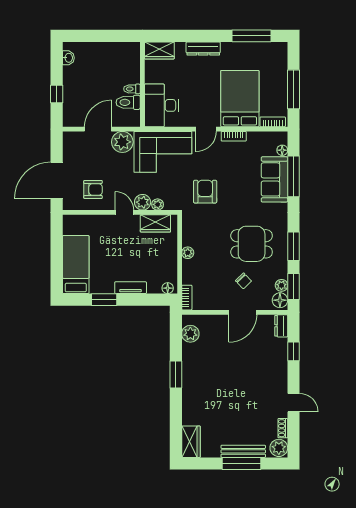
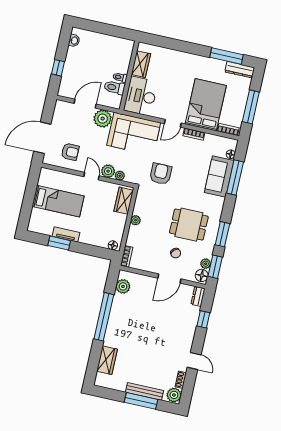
dresser: (203, 49) -> (240, 70), moved
wardrobe: (159, 51) -> (141, 64), moved, turned -90
wardrobe: (155, 223) -> (124, 201), moved, turned 90
bed: (76, 265) -> (58, 201), moved, turned 90
tv unit: (131, 288) -> (66, 234), moved
window: (176, 374) -> (104, 317), width x2.11
wardrobe: (191, 442) -> (107, 360), moved

